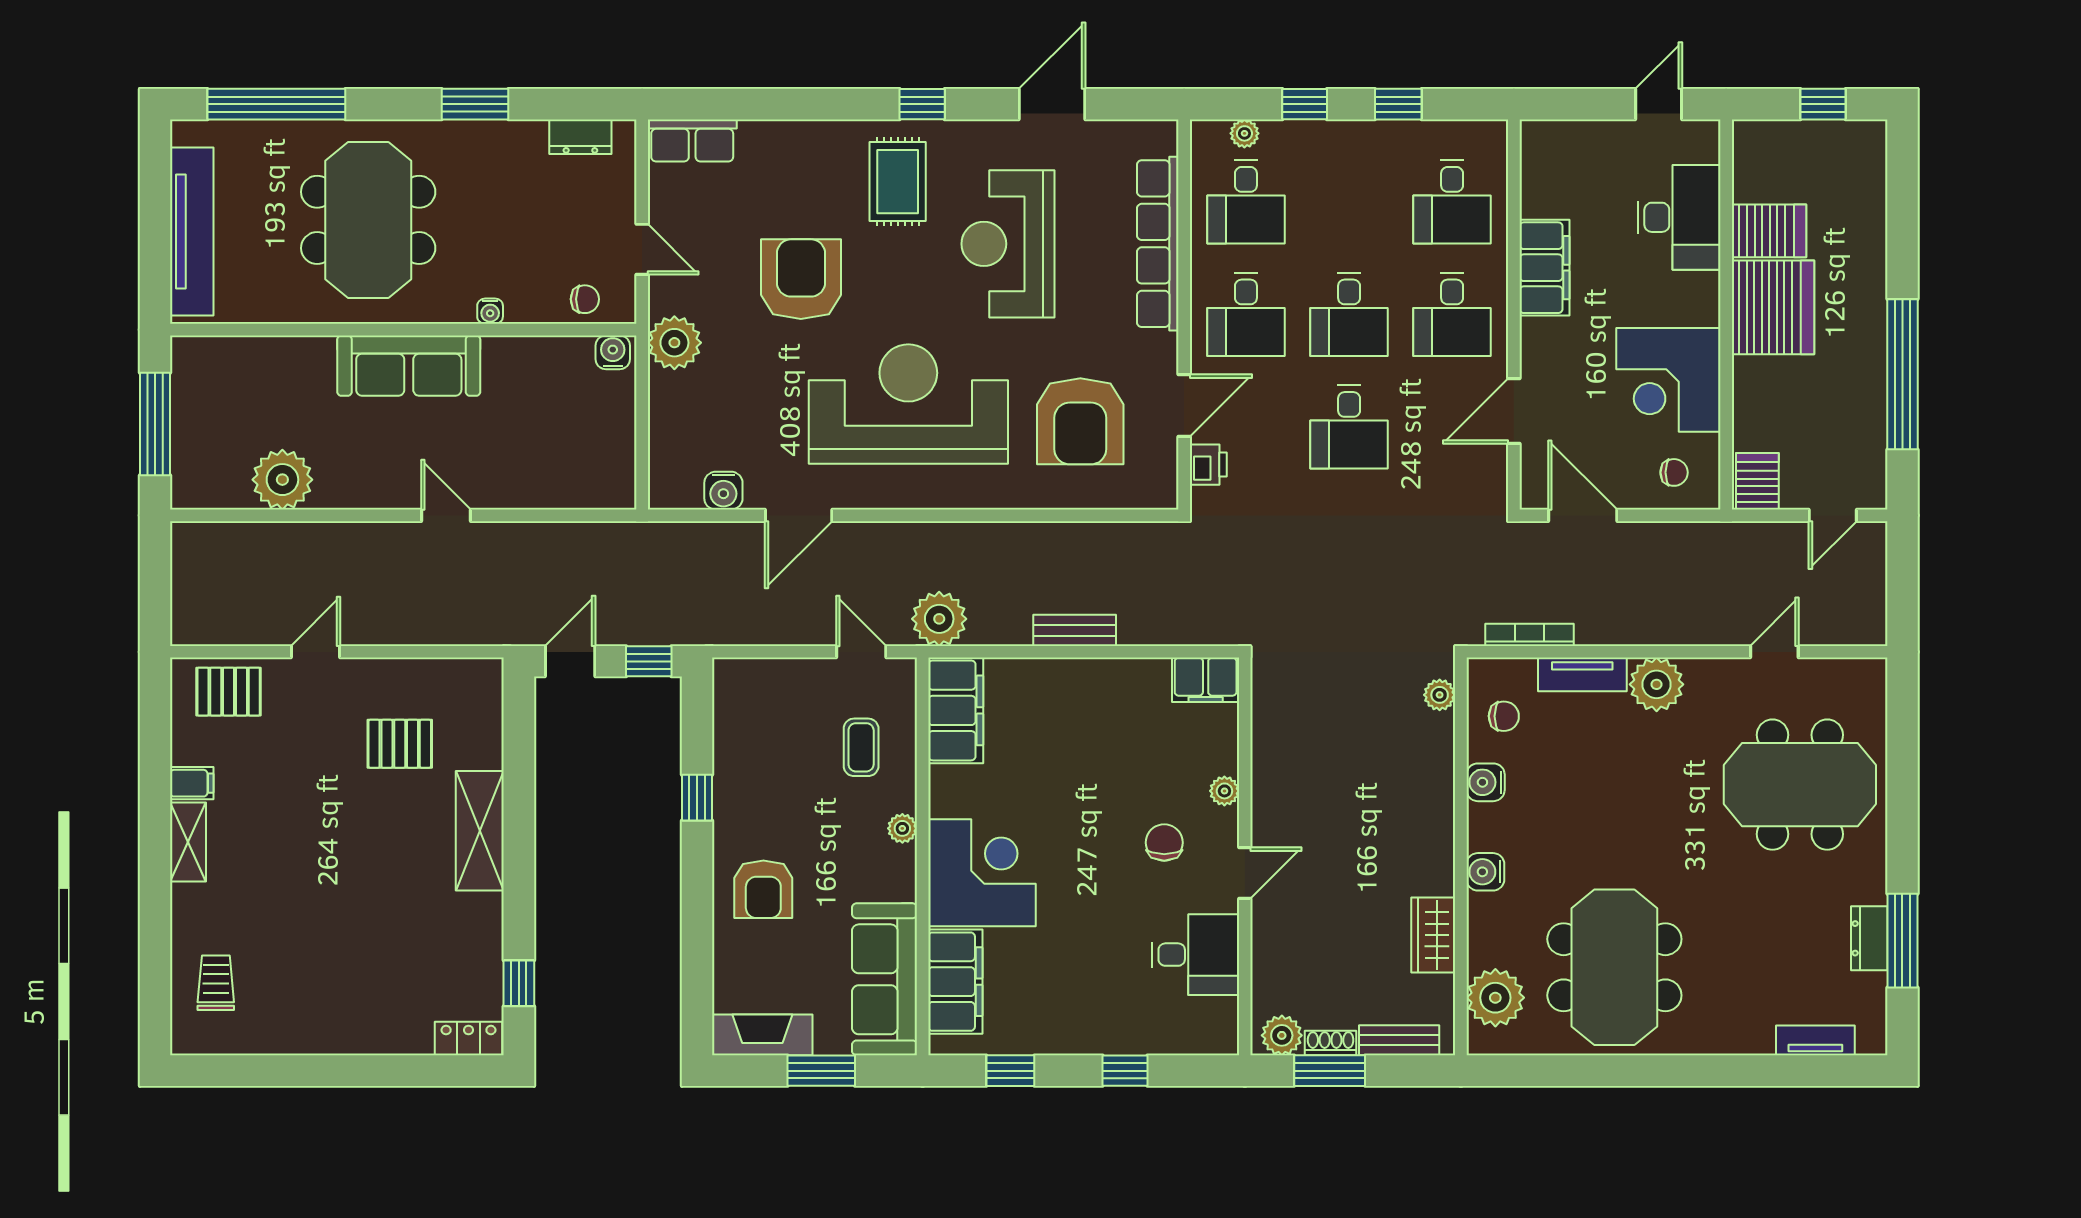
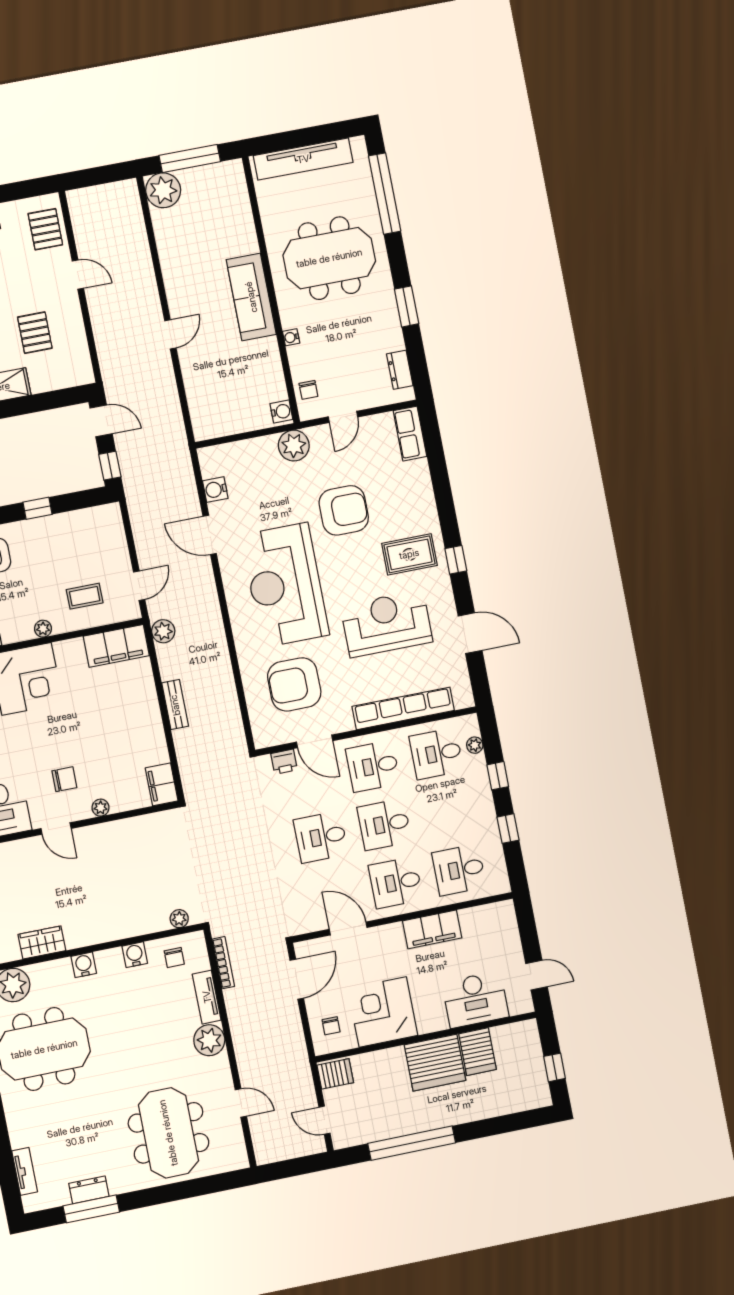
reception desk: (908, 404) -> (285, 585), turned 180
plant: (282, 480) -> (163, 190), moved
plant: (939, 619) -> (163, 631), width x0.73, depth x0.73

